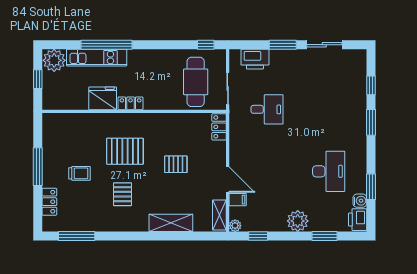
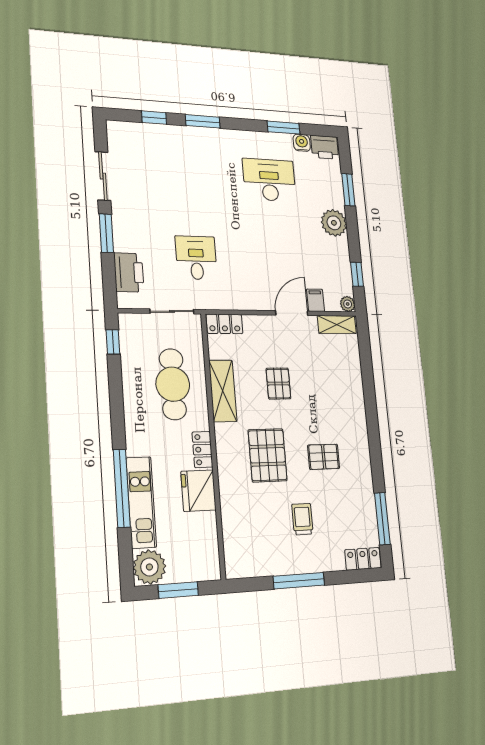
window: (38, 79) -> (178, 590), width x1.50
cafe table: (196, 82) -> (173, 384), moved, turned 90
locker: (49, 202) -> (363, 559), moved
shelving: (171, 223) -> (223, 391), moved

